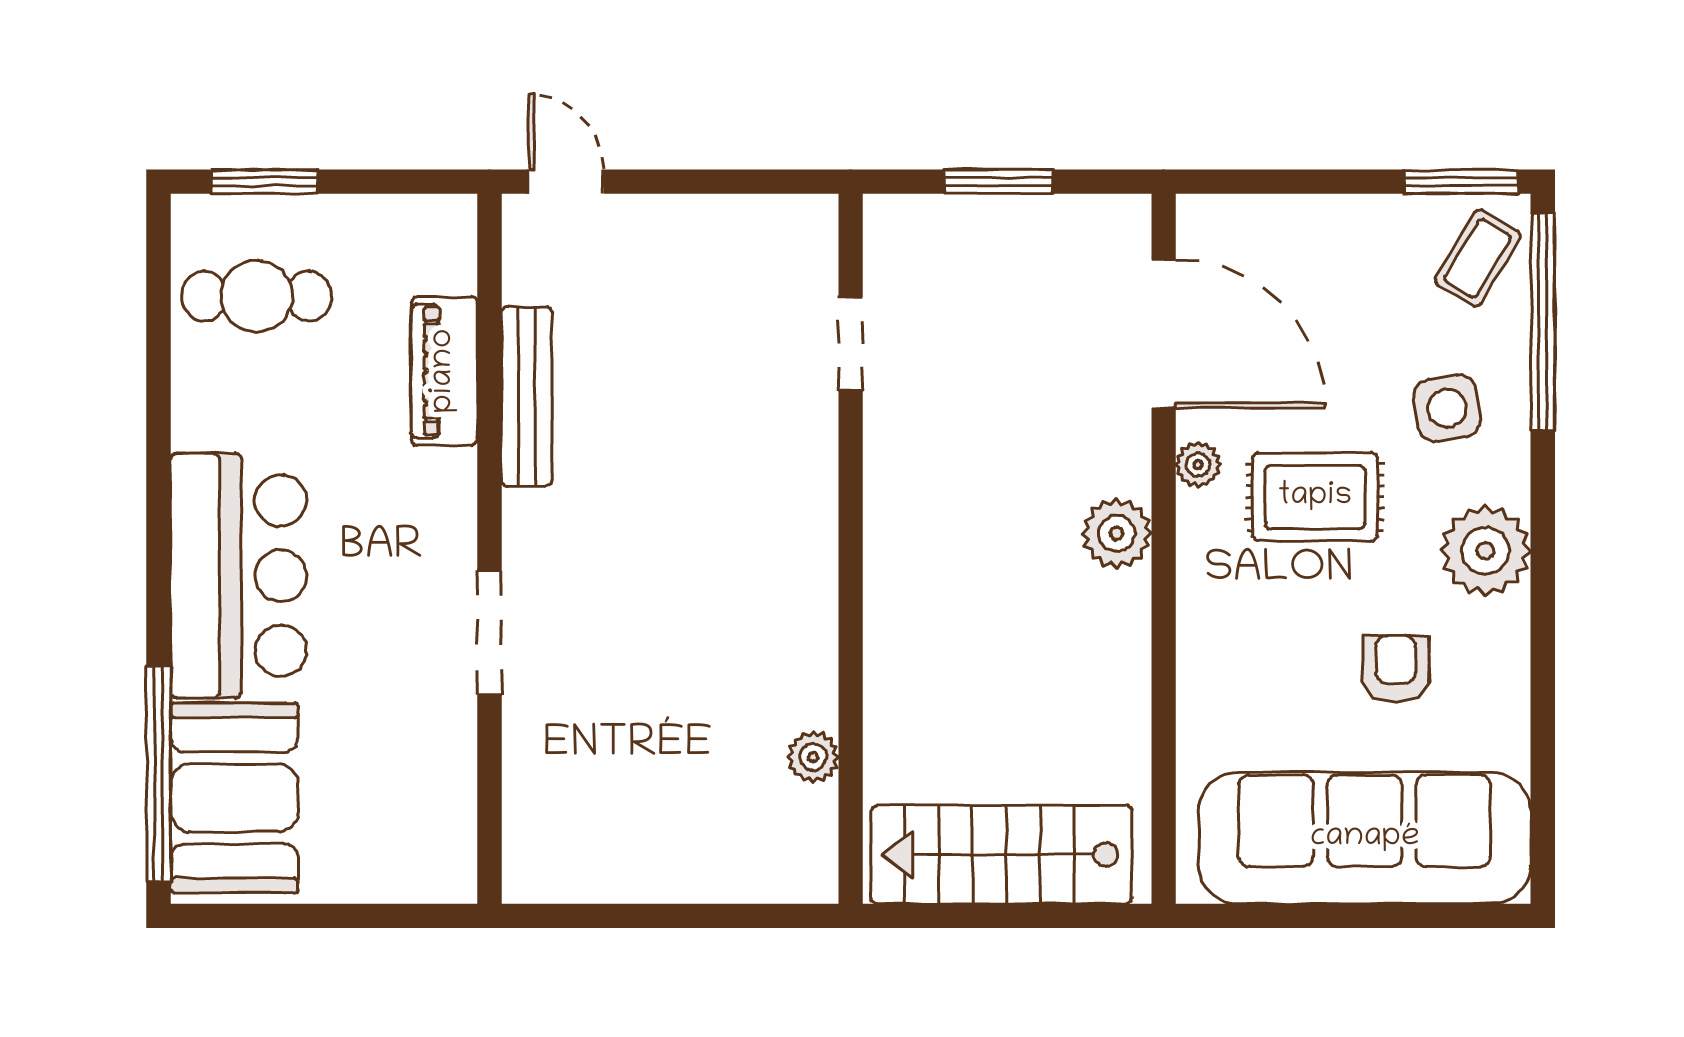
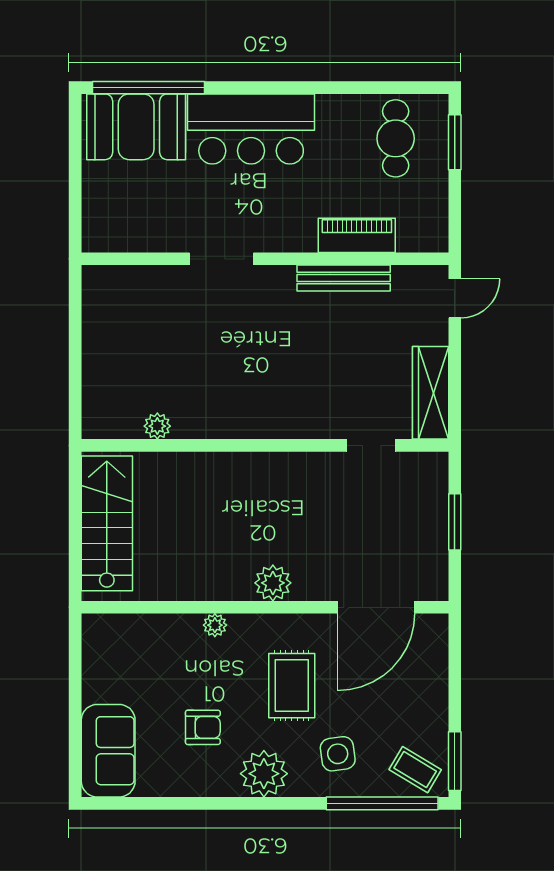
wardrobe: (749, 228) -> (431, 393), added
plant: (1198, 465) -> (215, 625), moved
sofa: (1365, 838) -> (108, 751), width x0.54, depth x0.79

